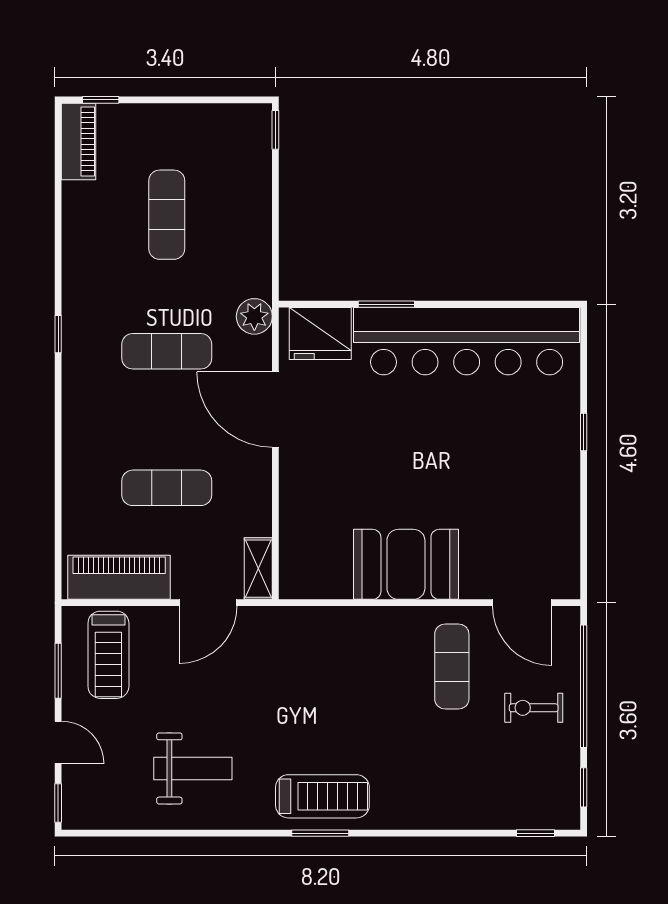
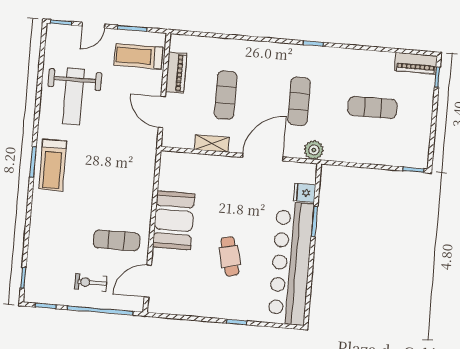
fridge: (320, 334) -> (305, 193), width x0.53, depth x0.75
cafe table: (464, 455) -> (230, 256), added
shelving: (258, 569) -> (212, 144), moved
piano: (119, 577) -> (176, 73), width x0.73, depth x0.75
exercise bike: (534, 708) -> (91, 283), turned -90
weight bench: (193, 768) -> (73, 96), width x1.36, depth x1.33

